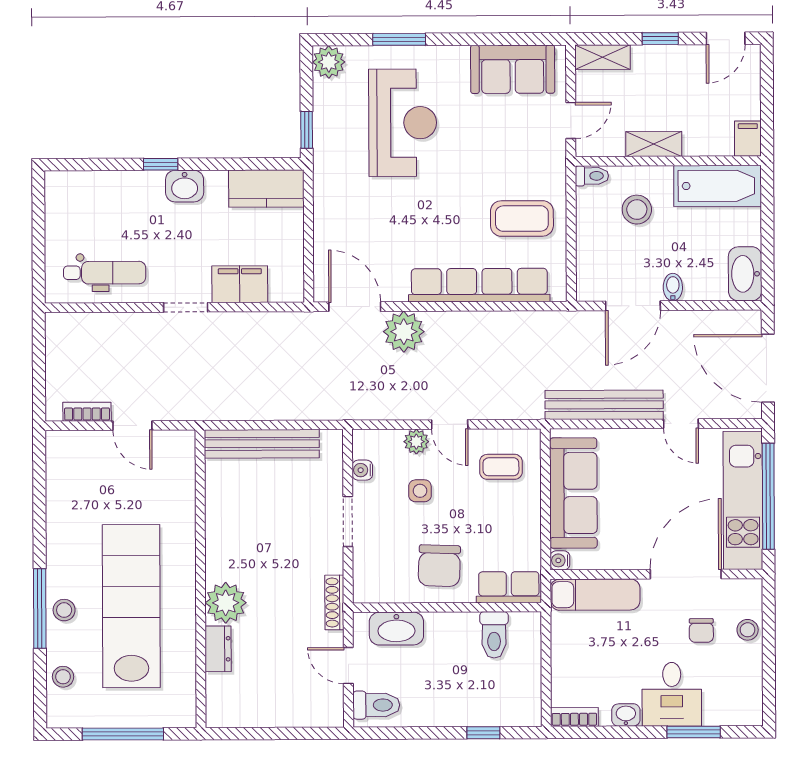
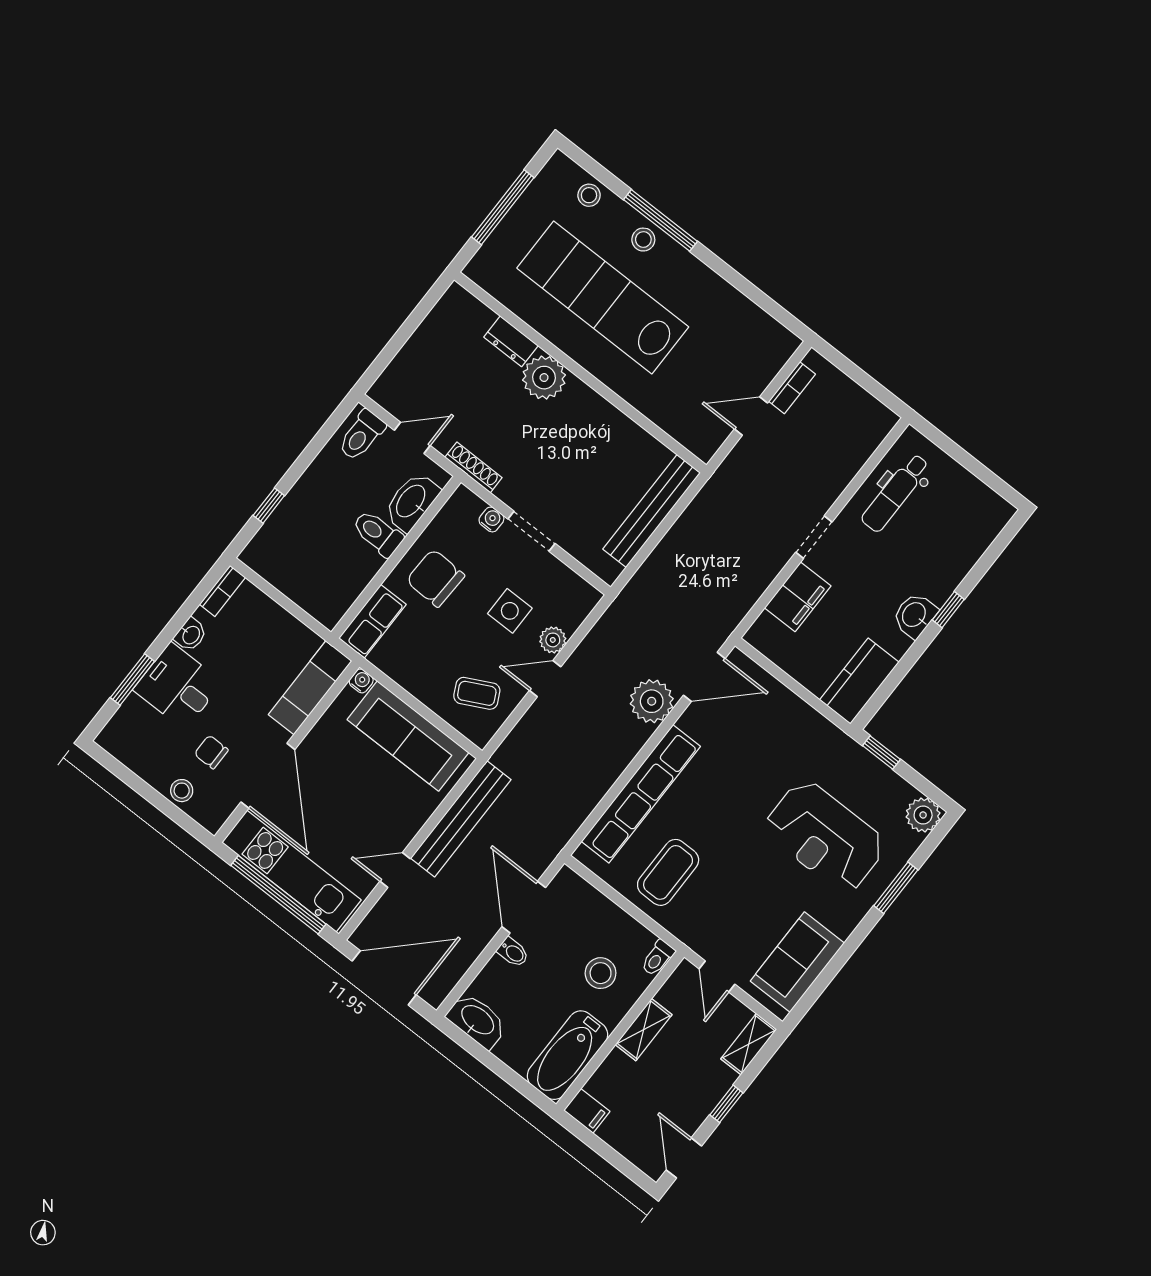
coffee table: (501, 467) -> (477, 693), turned 63
water cooler: (362, 470) -> (491, 519), moved
side table: (420, 491) -> (510, 611), width x1.37, depth x1.37
lab bench: (131, 606) -> (603, 297), turned 180
toilet: (494, 635) -> (378, 533), moved

